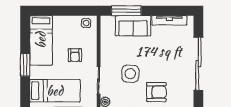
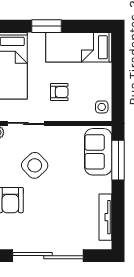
sofa: (133, 26) -> (98, 152), moved
armchair: (75, 55) -> (59, 92), turned 180
side table: (130, 74) -> (35, 165), turned 45

